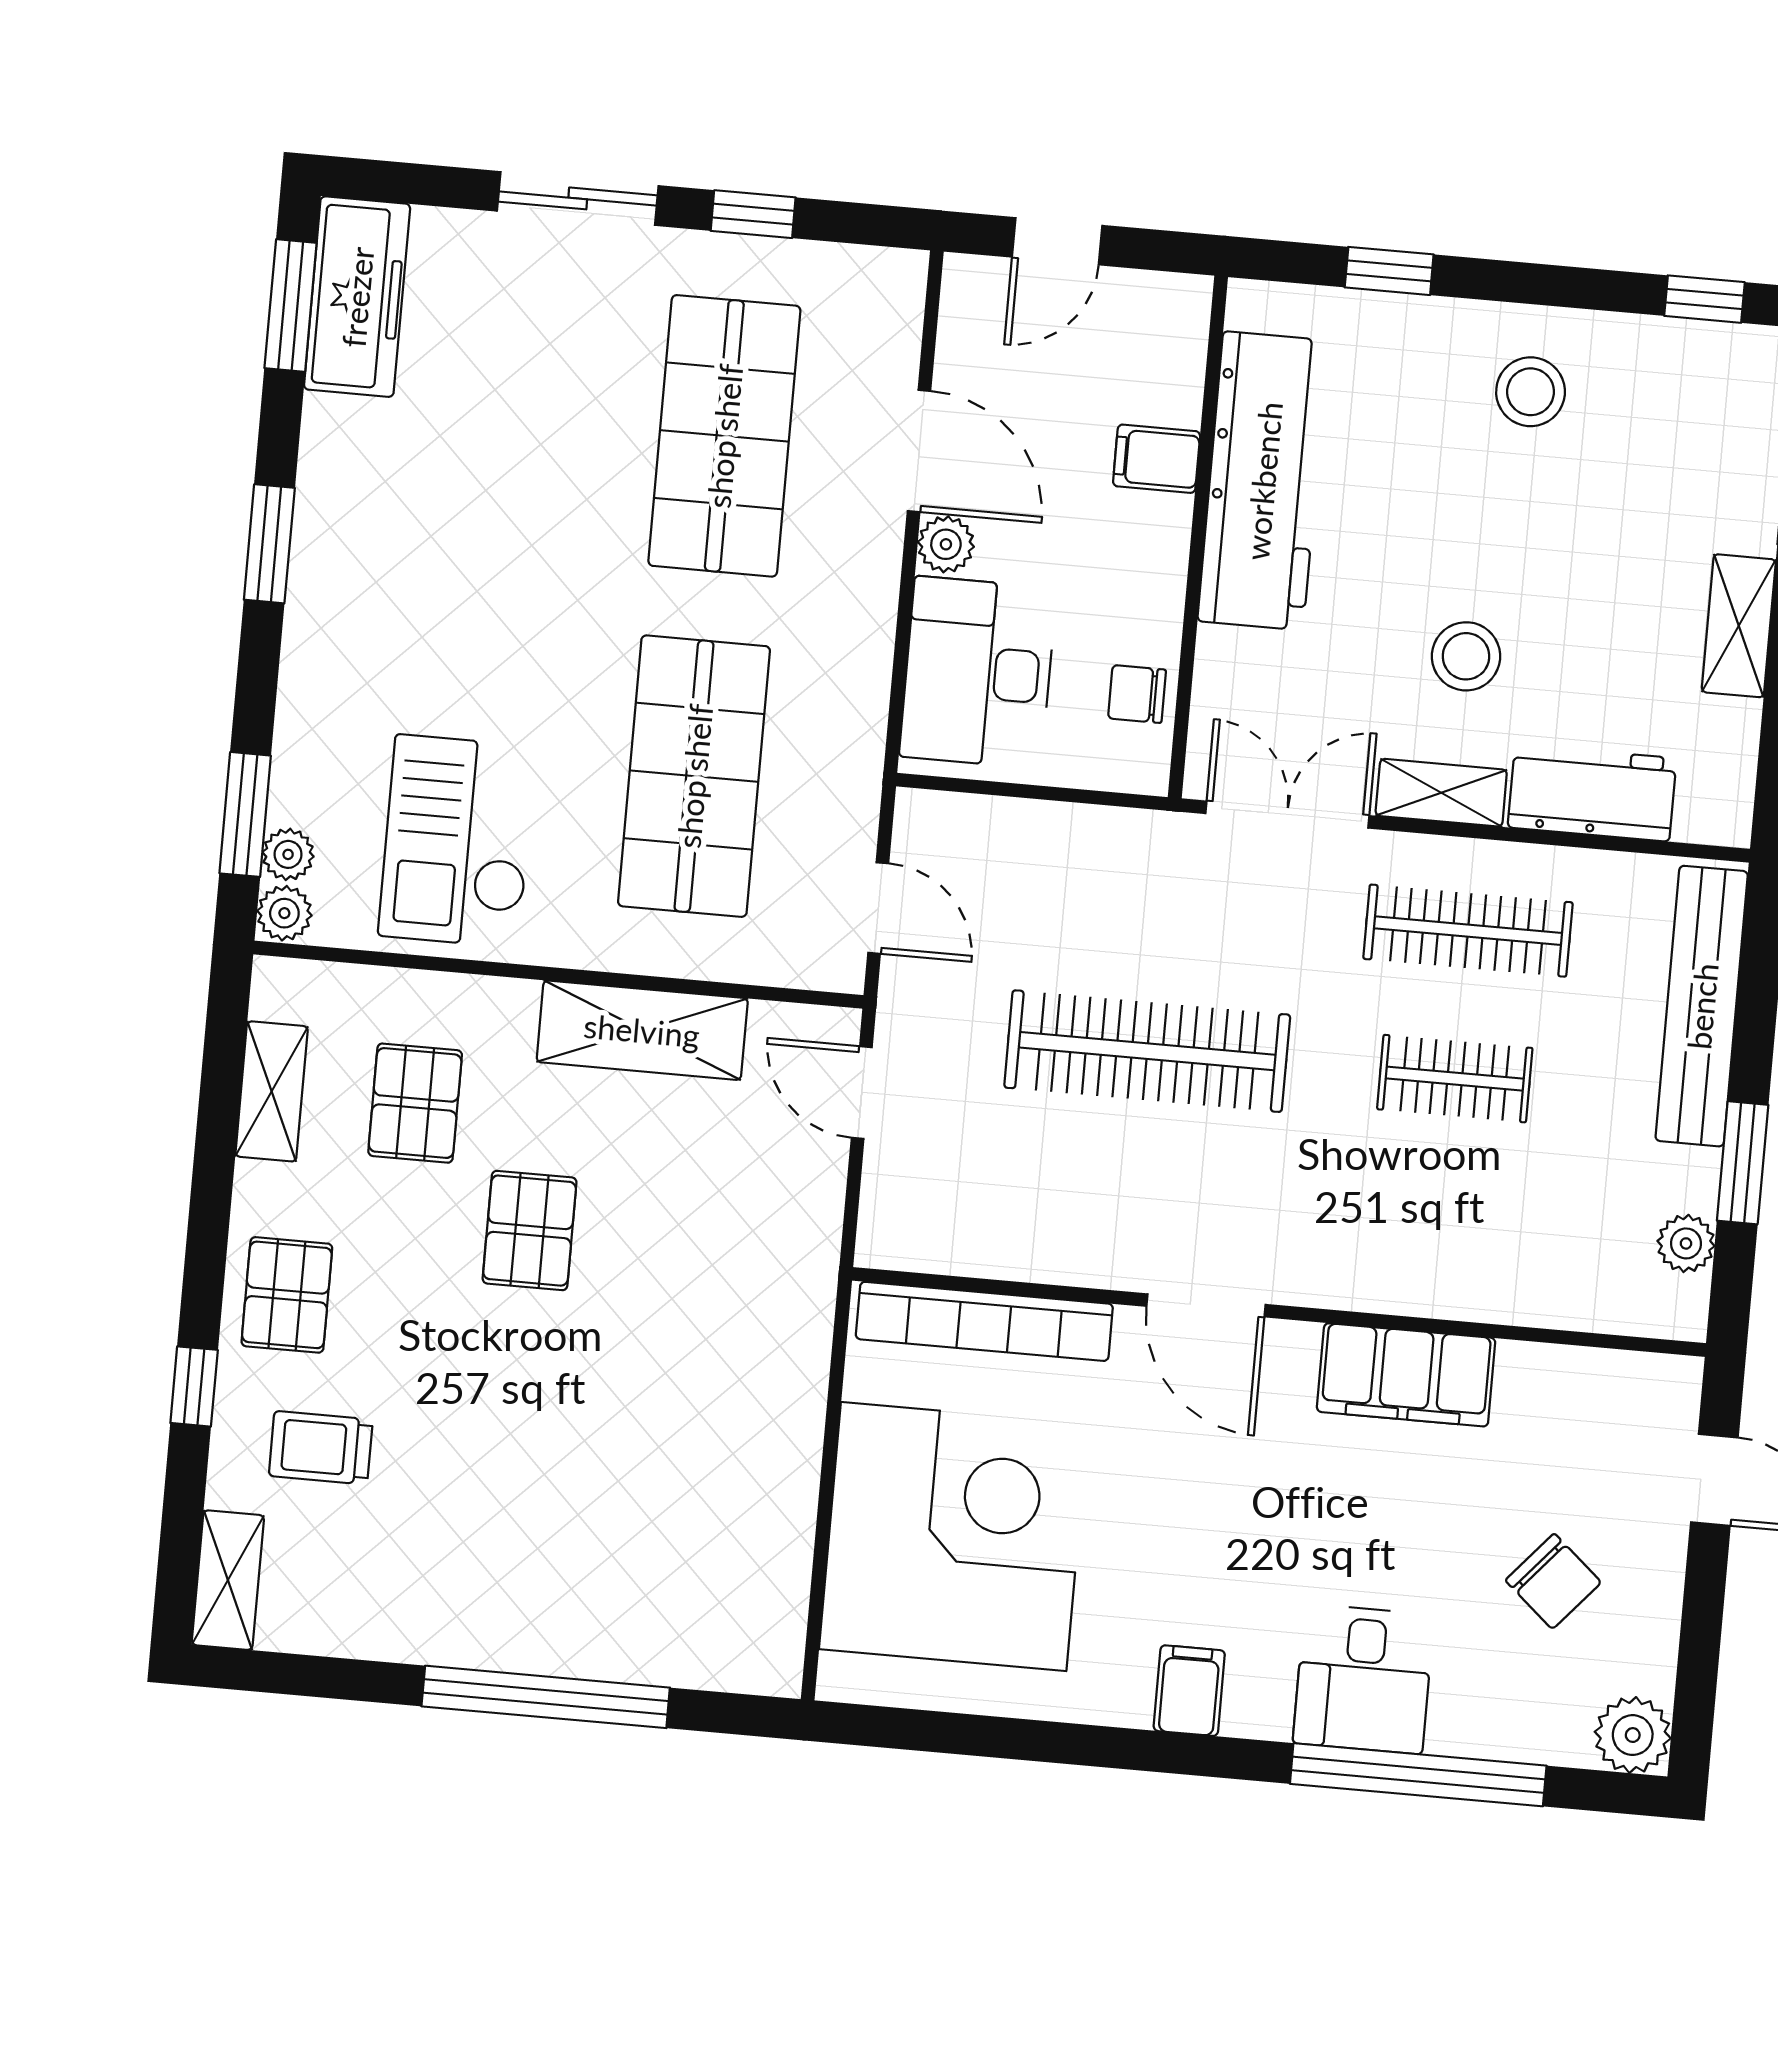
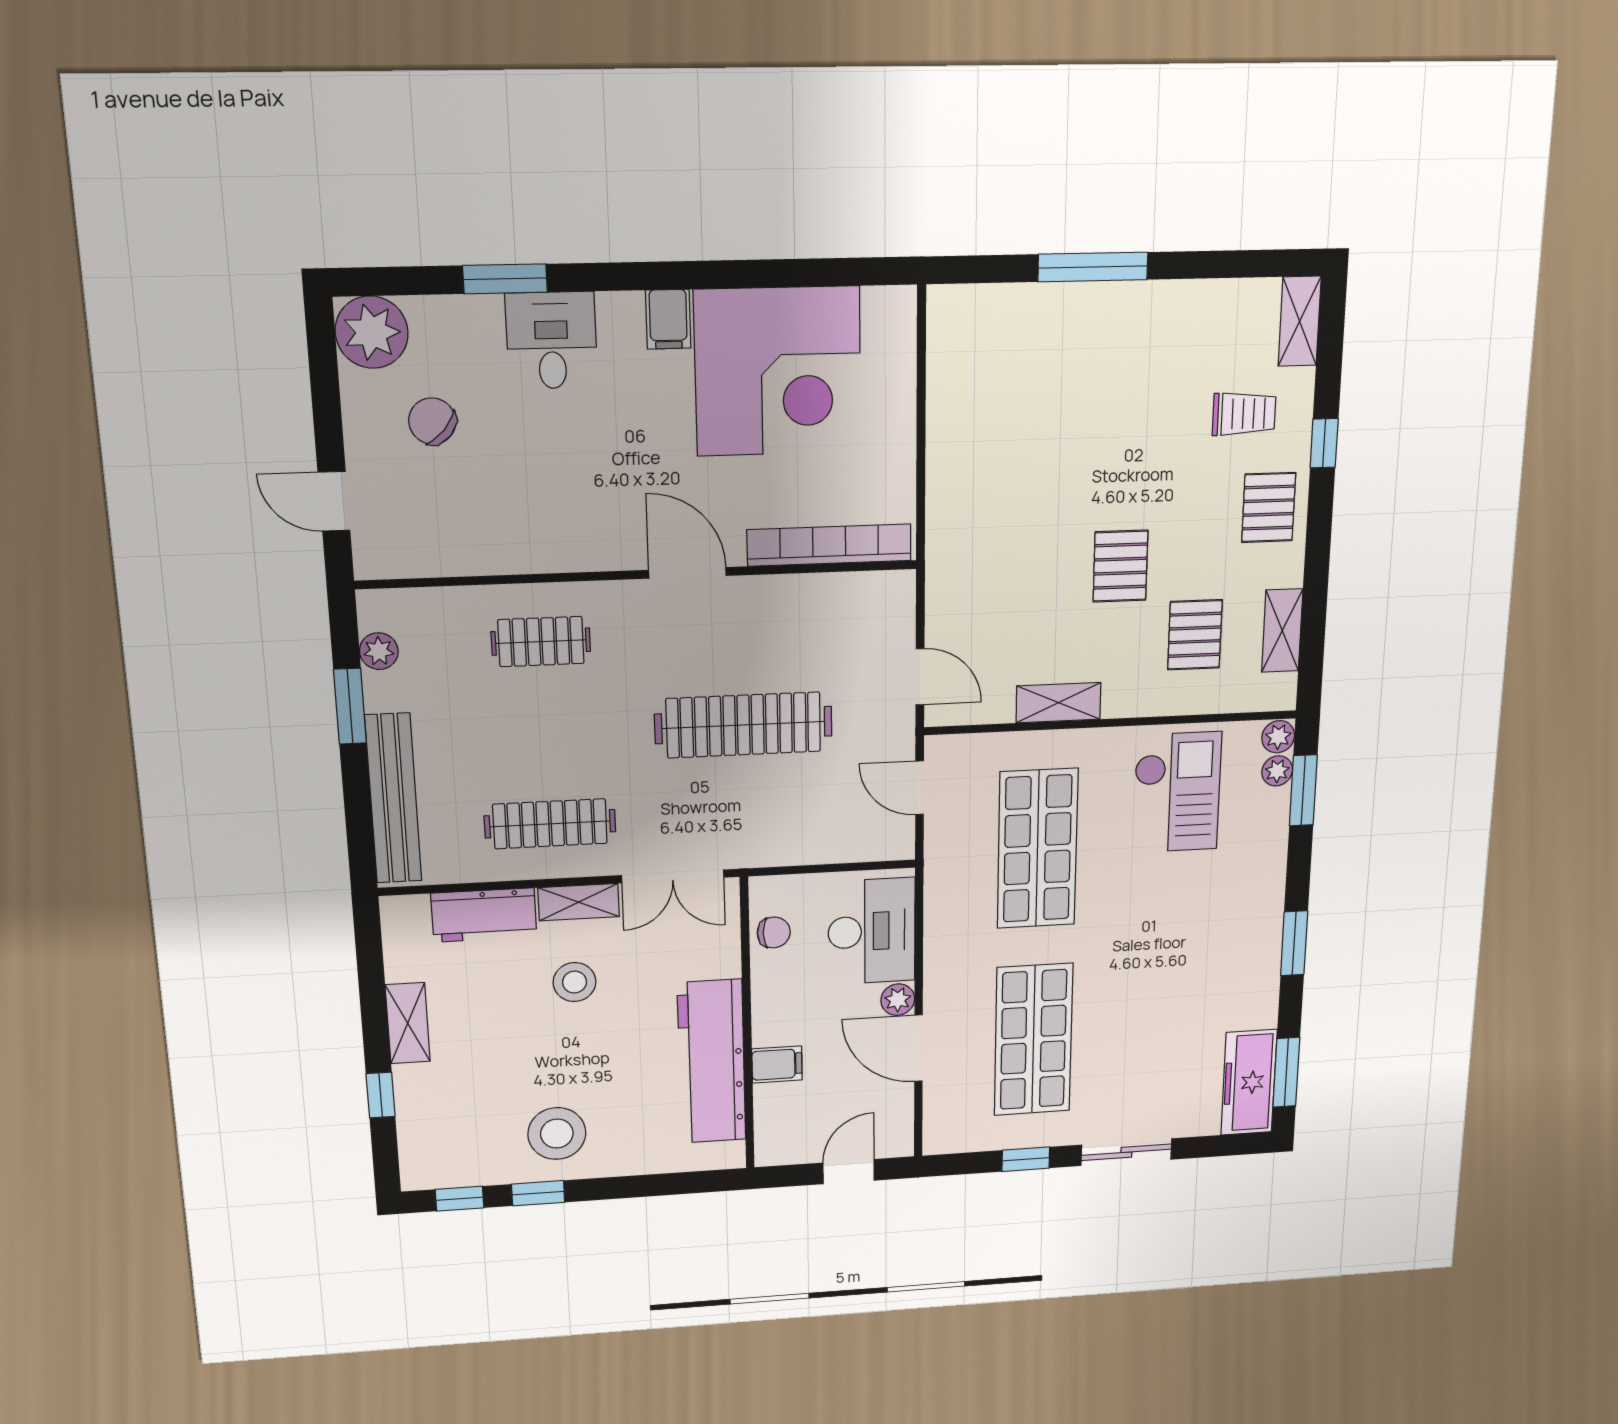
window: (1389, 271) -> (538, 1193), moved
stool: (1531, 392) -> (557, 1134), width x1.38, depth x1.38
shelving: (642, 1030) -> (1058, 703), width x0.67, depth x0.75
clothes rail: (1455, 1079) -> (541, 642), moved
filing cabinet: (1406, 1375) -> (551, 545), removed
corner desk: (954, 1537) -> (778, 371), moved, turned -90
window: (546, 1697) -> (1093, 267), width x0.68
plant: (1633, 1735) -> (372, 332), width x1.36, depth x1.36
window: (1418, 1775) -> (505, 279), width x0.47

